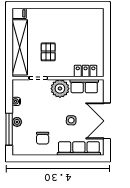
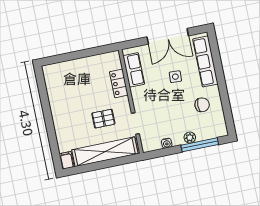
locker: (86, 71) -> (119, 83), moved
plant: (60, 89) -> (142, 97), removed

